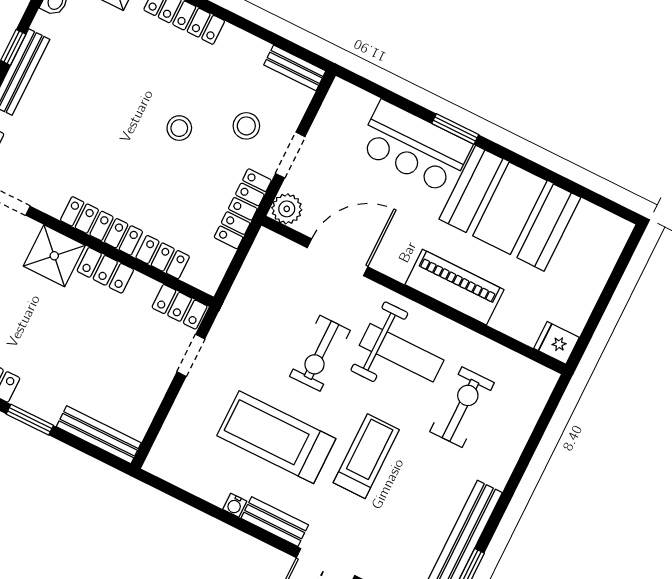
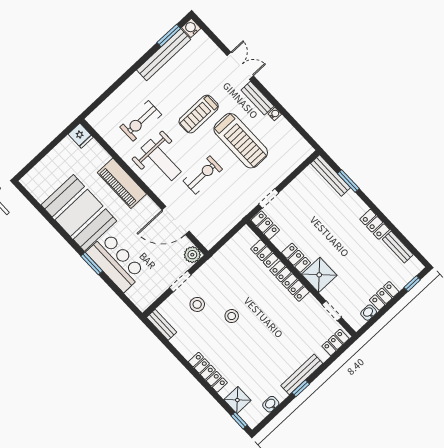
locker: (243, 209) -> (215, 263), removed
weight bench: (402, 353) -> (161, 160), turned 180
window: (30, 420) -> (348, 181), moved

